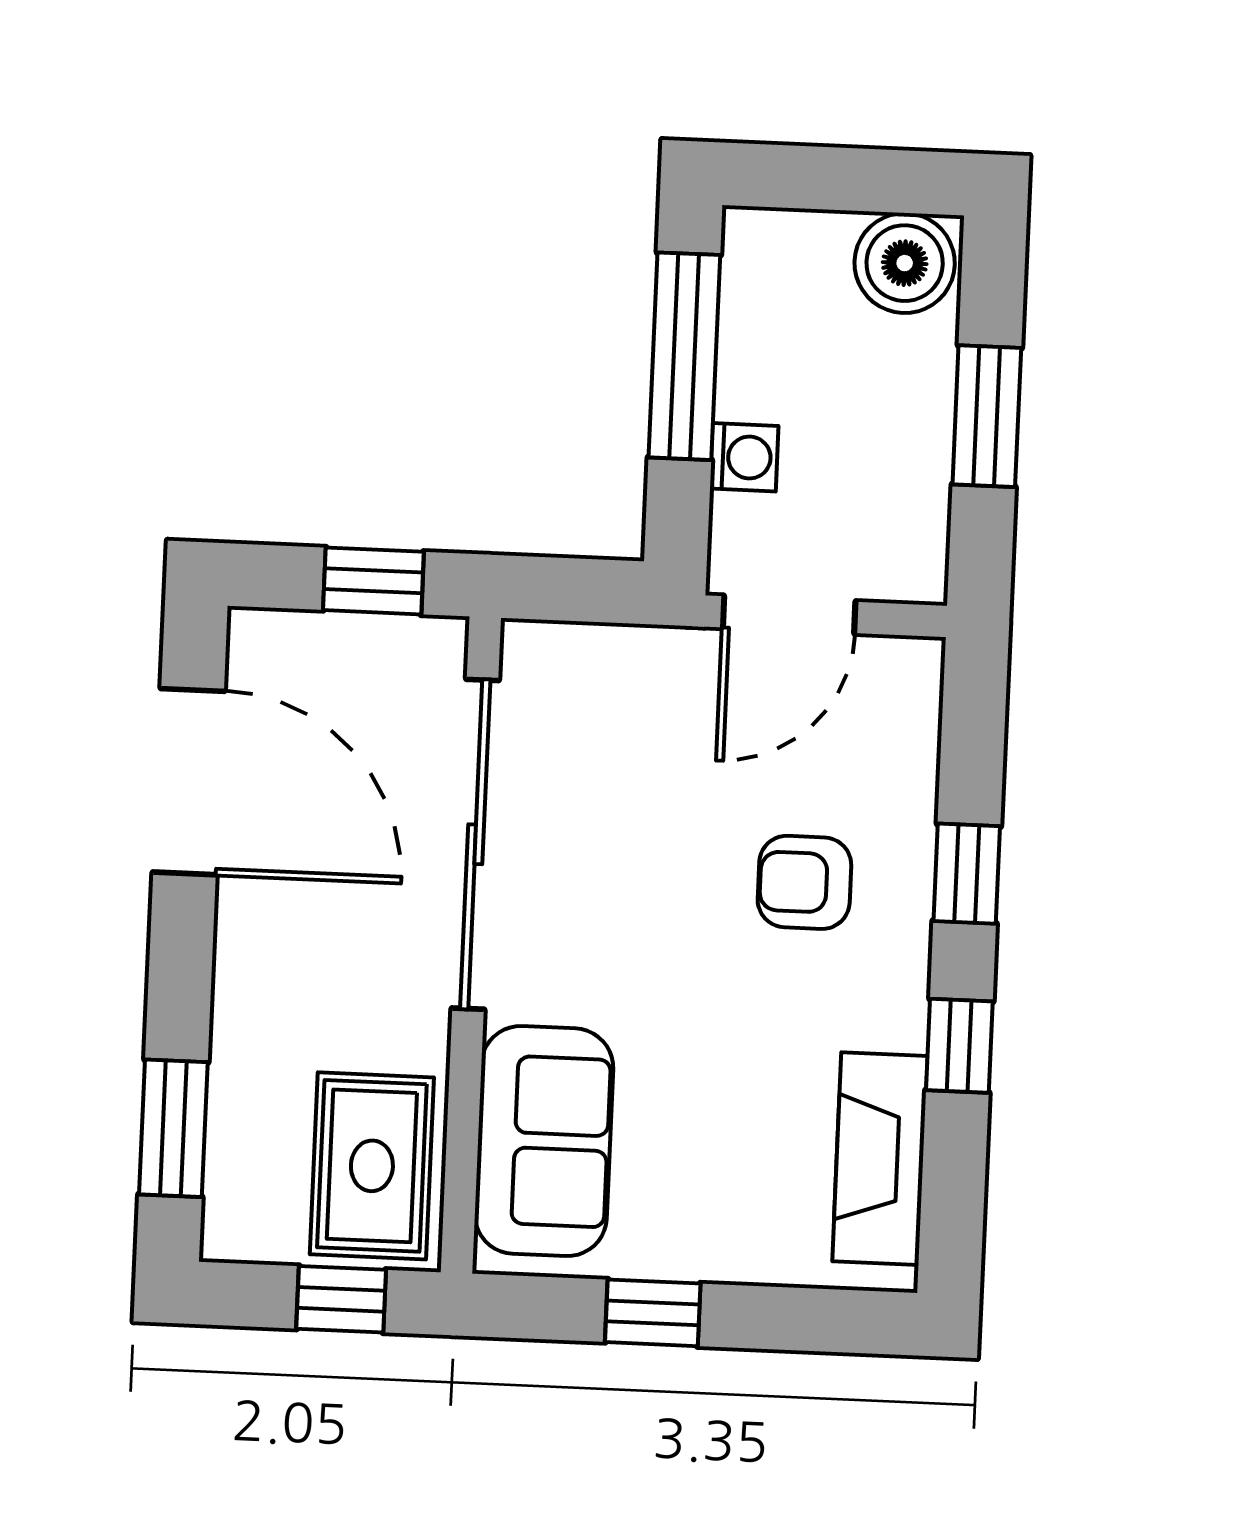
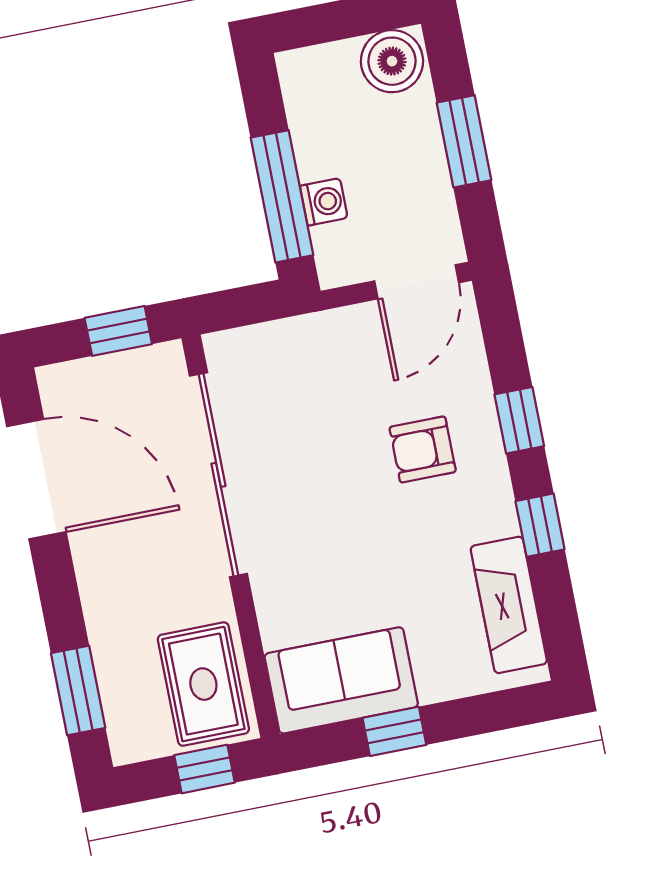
window: (684, 356) -> (282, 196), moved
door: (789, 615) -> (417, 282), moved
sofa: (544, 1141) -> (341, 680), moved, turned -90

